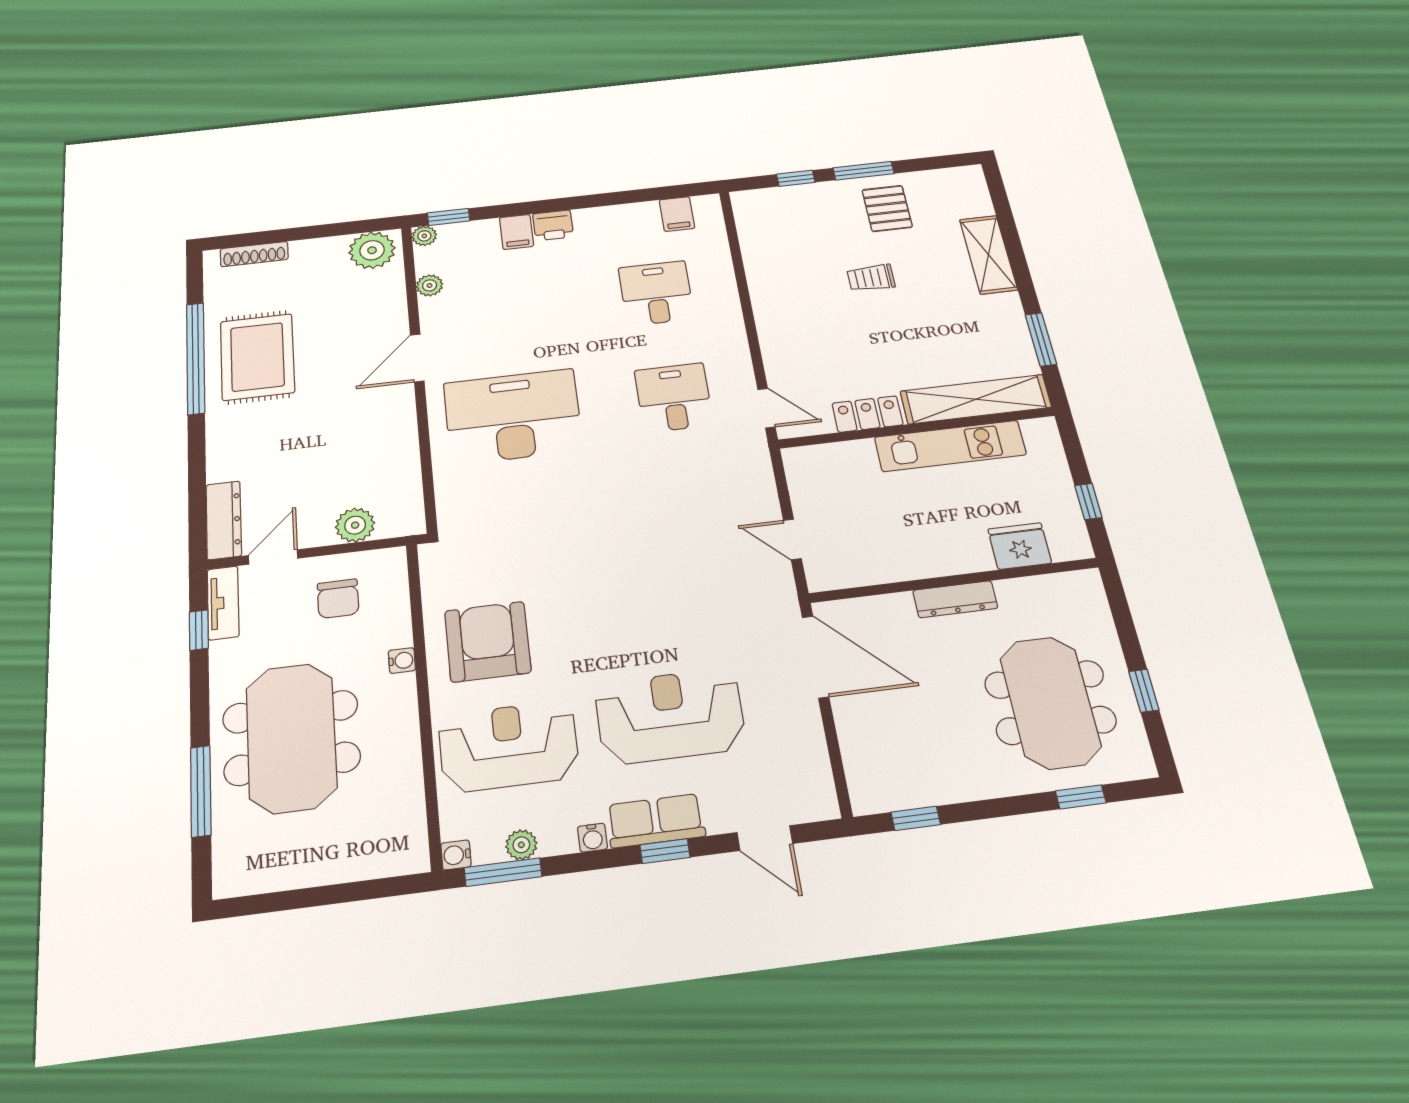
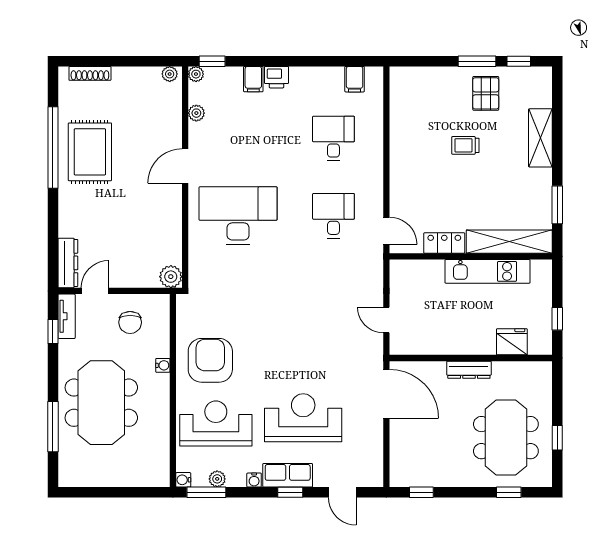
window: (796, 178) -> (519, 61), moved
plant: (372, 250) -> (170, 74), width x0.53, depth x0.53
plant: (355, 525) -> (171, 277), moved

